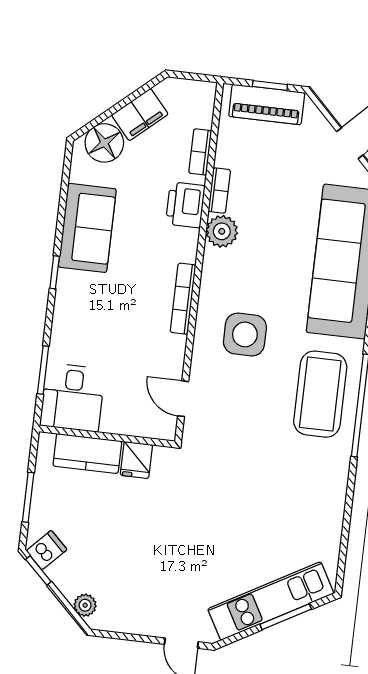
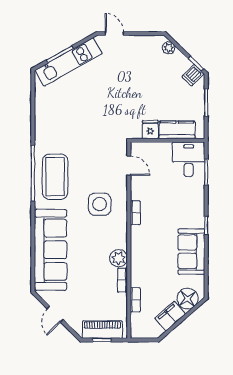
printer: (185, 205) -> (140, 270), removed
bookcase: (183, 299) -> (135, 213), width x0.64

